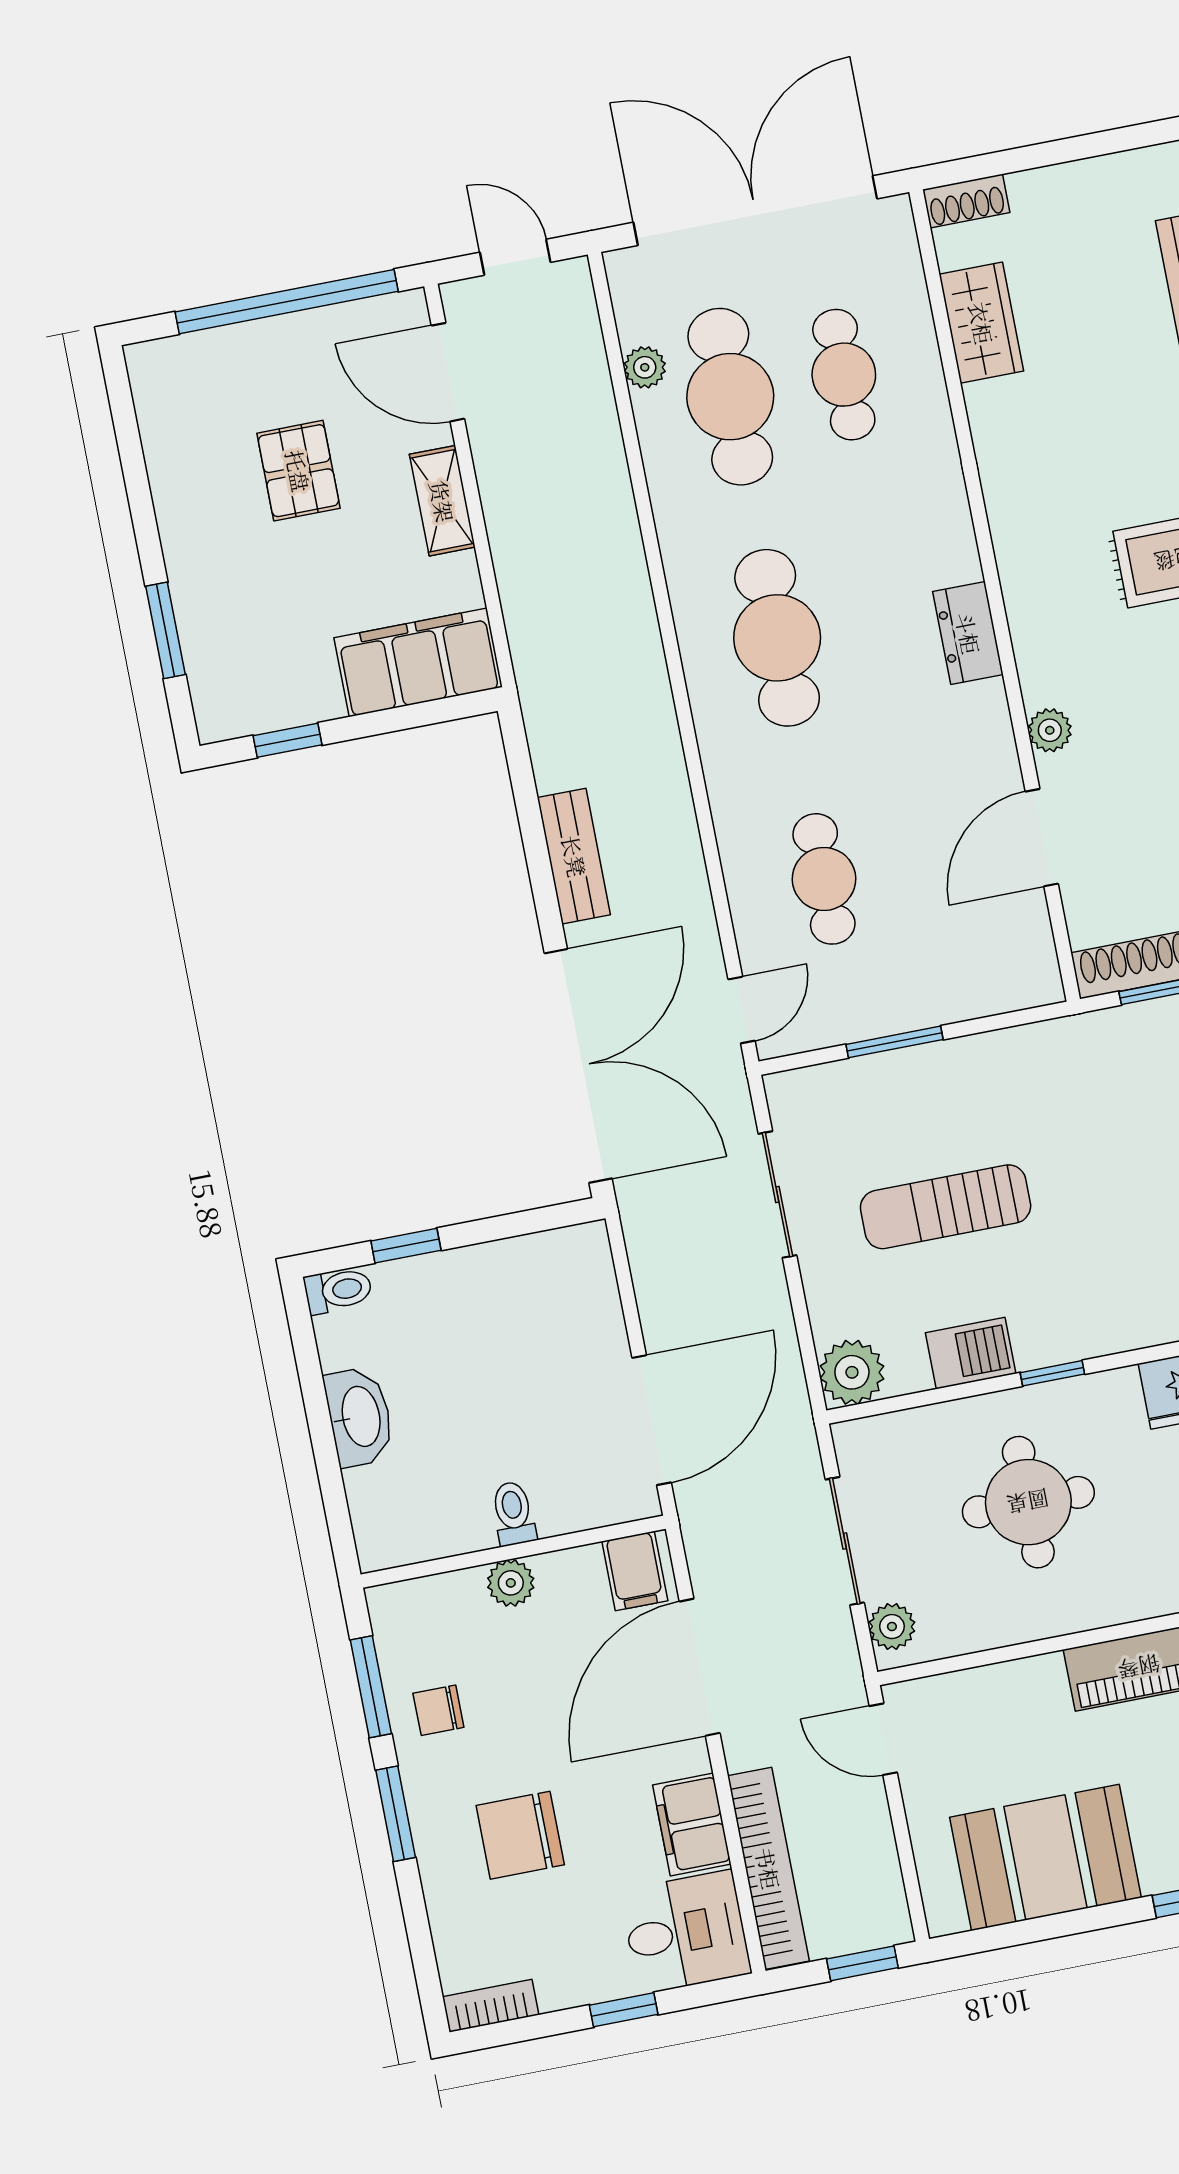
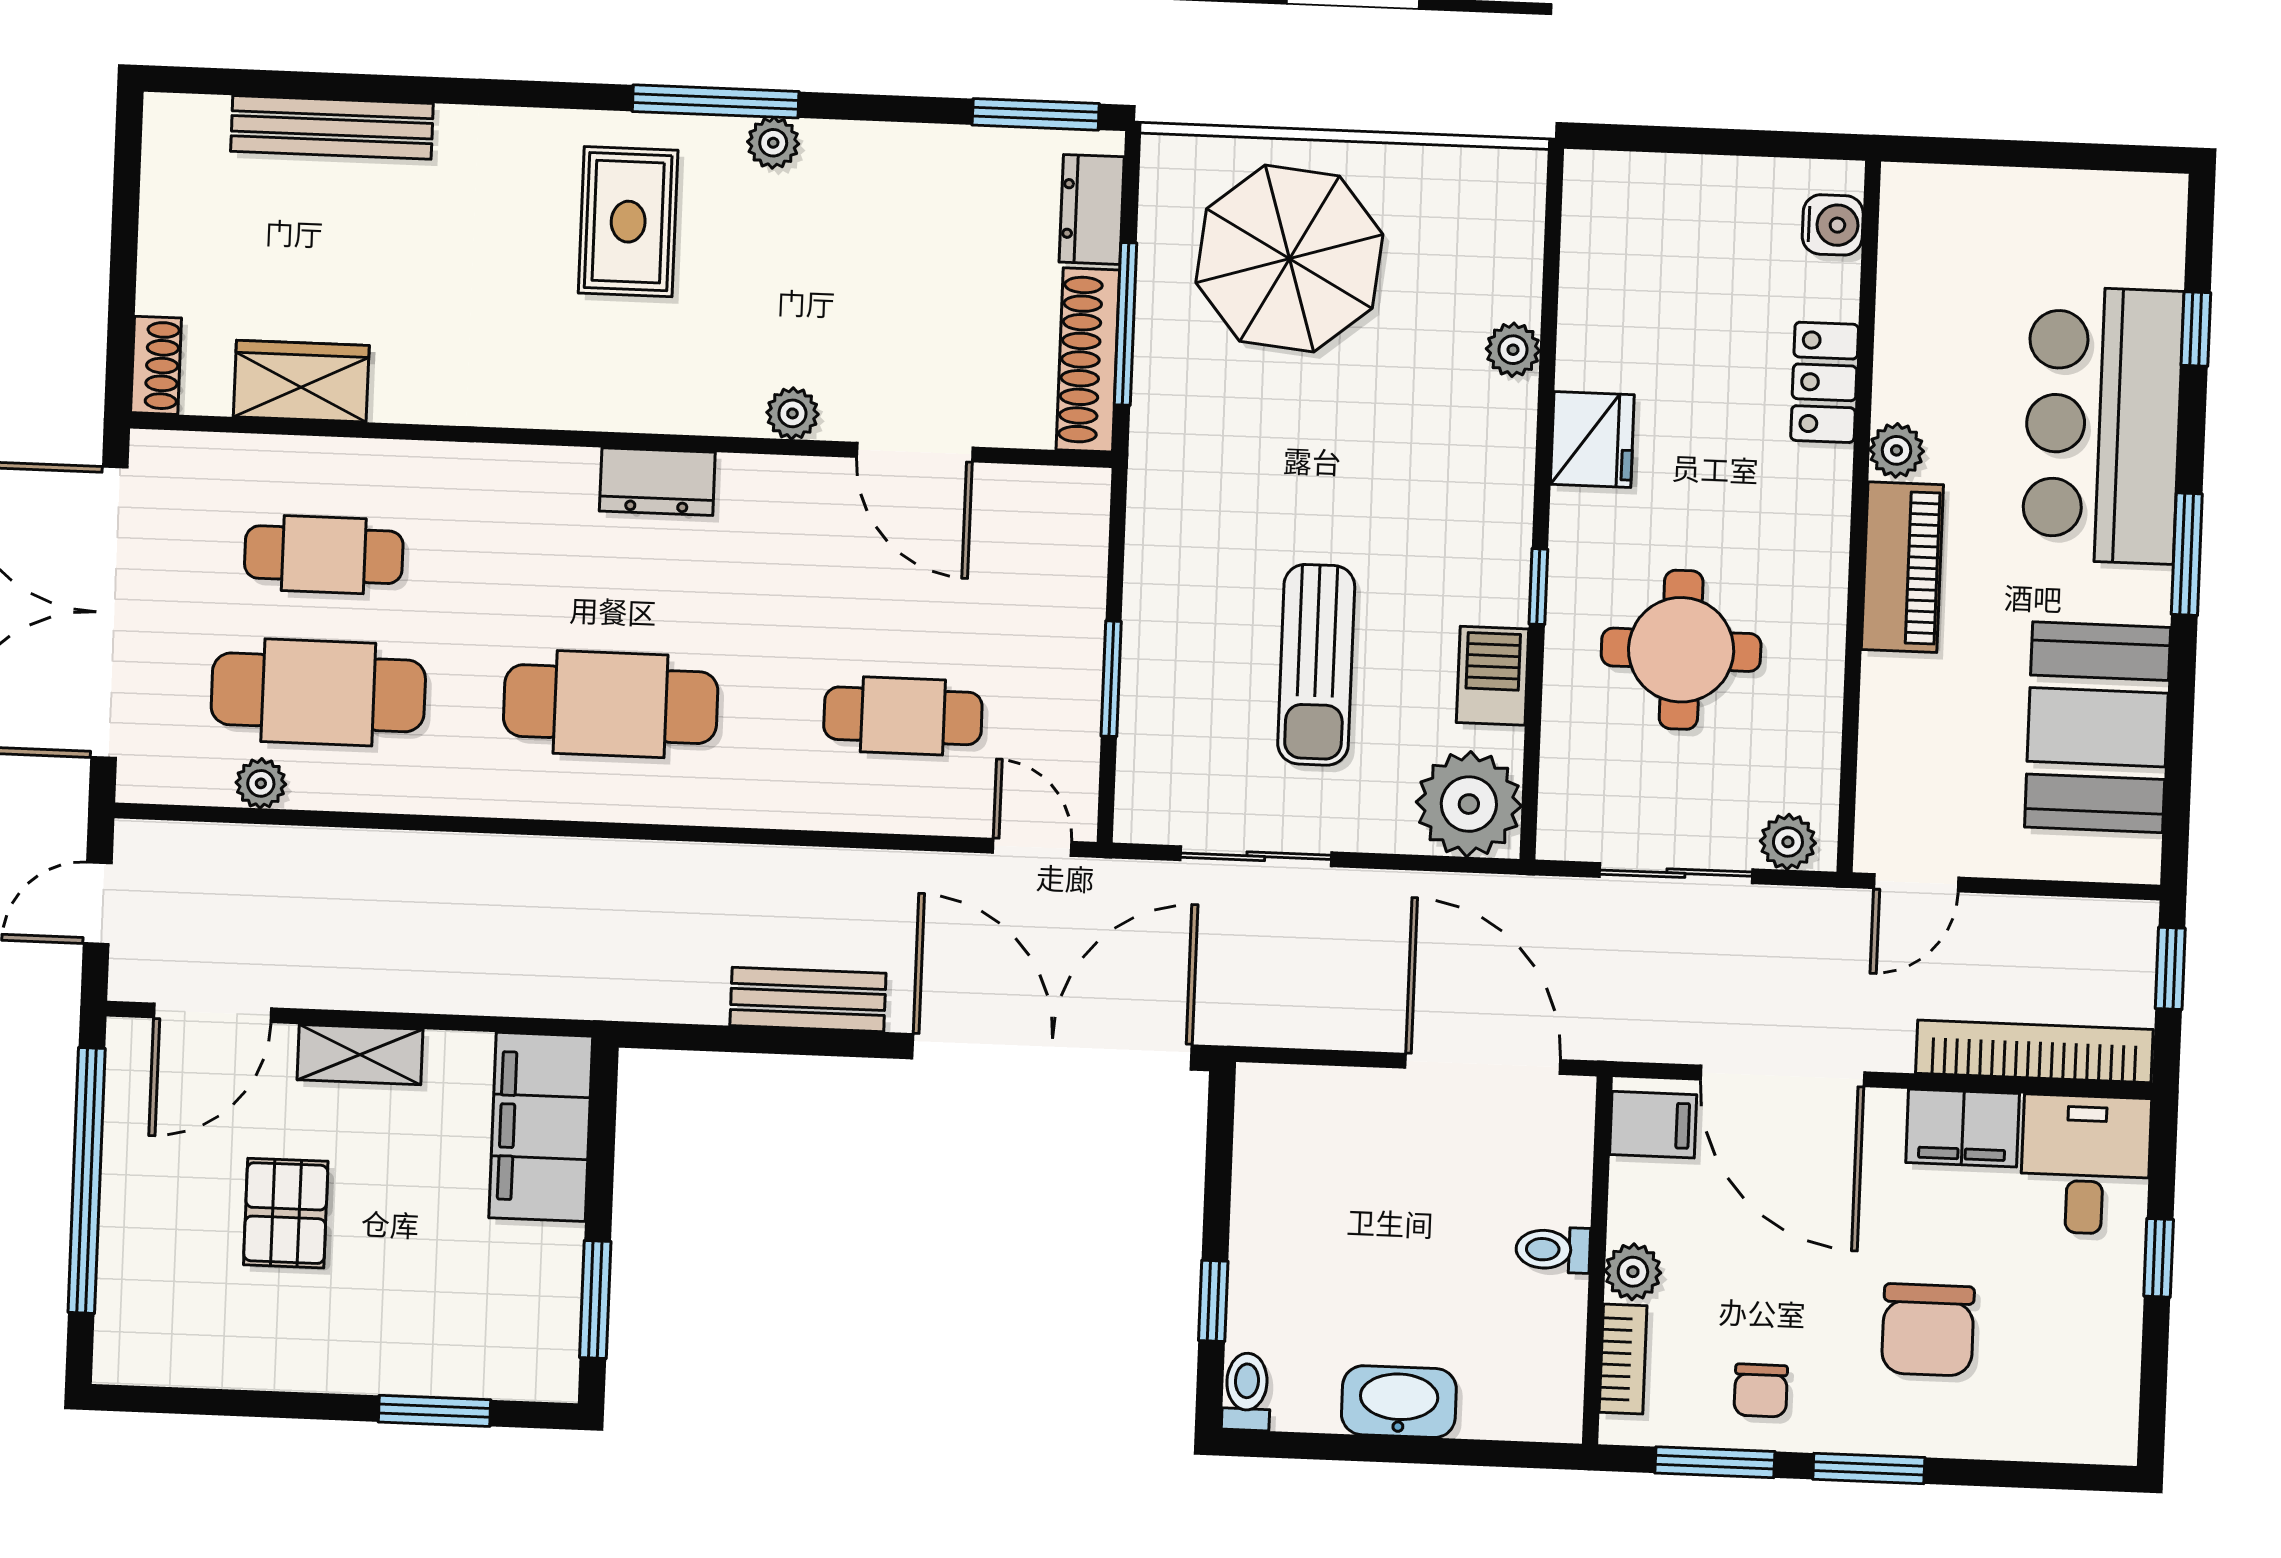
pallet: (298, 471) -> (286, 1213), turned 90
window: (288, 740) -> (595, 1300), width x1.50
plant: (852, 1372) -> (1469, 804), width x1.36, depth x1.36
bookcase: (491, 2006) -> (1623, 1359), moved, turned 180

